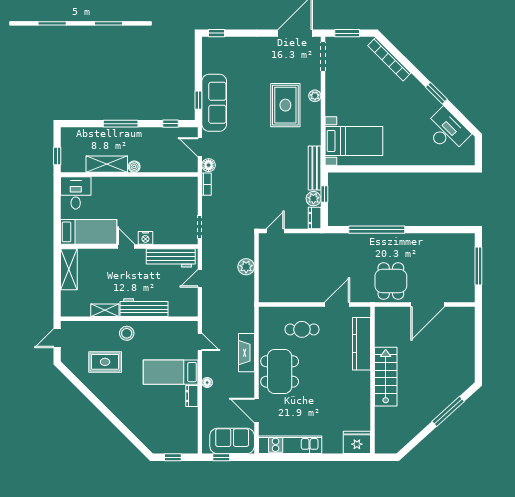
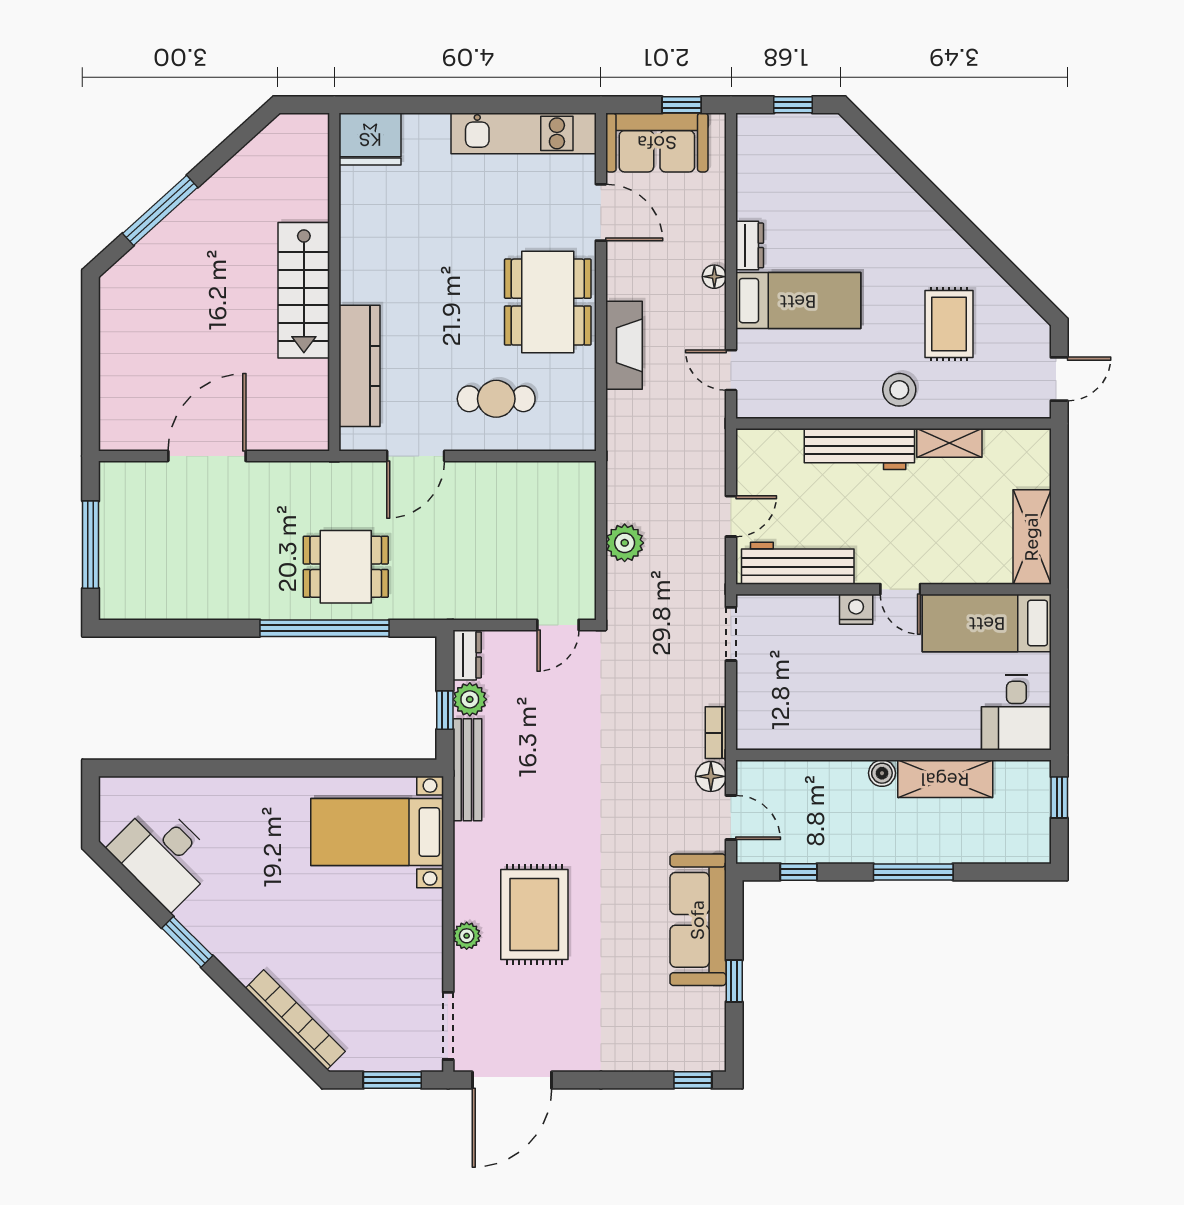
window: (198, 100) -> (734, 981), moved
dining table: (391, 281) -> (346, 567), moved, turned 90
rug: (105, 362) -> (949, 324), turned 90

